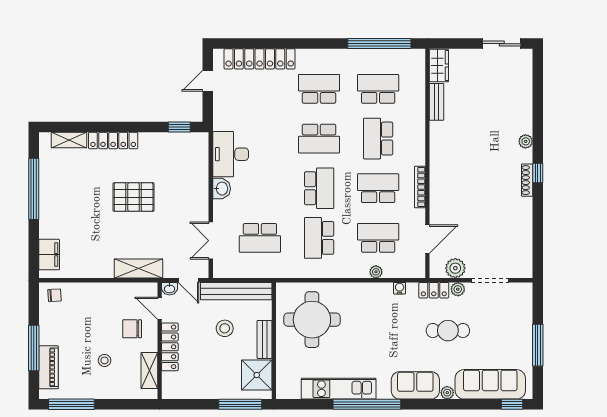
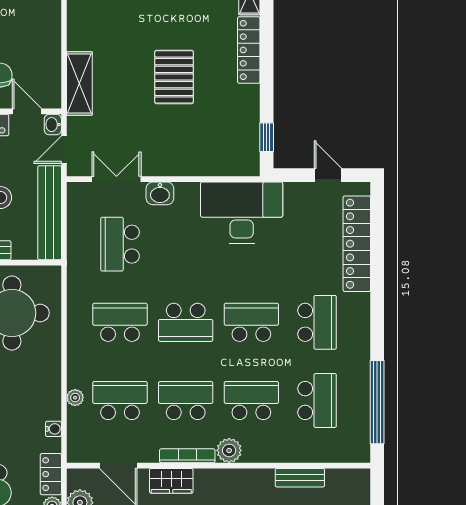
wardrobe: (439, 66) -> (171, 481), moved
school desk: (319, 139) -> (251, 322), turned 90
desk: (231, 154) -> (242, 212), width x1.36, depth x1.30
plant: (416, 155) -> (229, 450), added
school desk: (378, 188) -> (186, 401), turned -90
washbasin: (222, 189) -> (160, 193), moved
school desk: (378, 238) -> (120, 401), turned -90
door: (160, 308) -> (27, 111), hinge flipped

